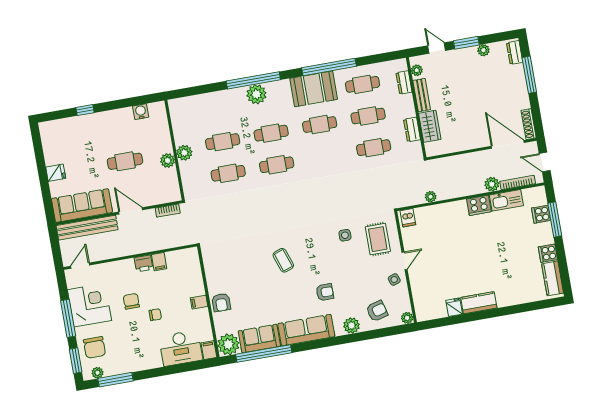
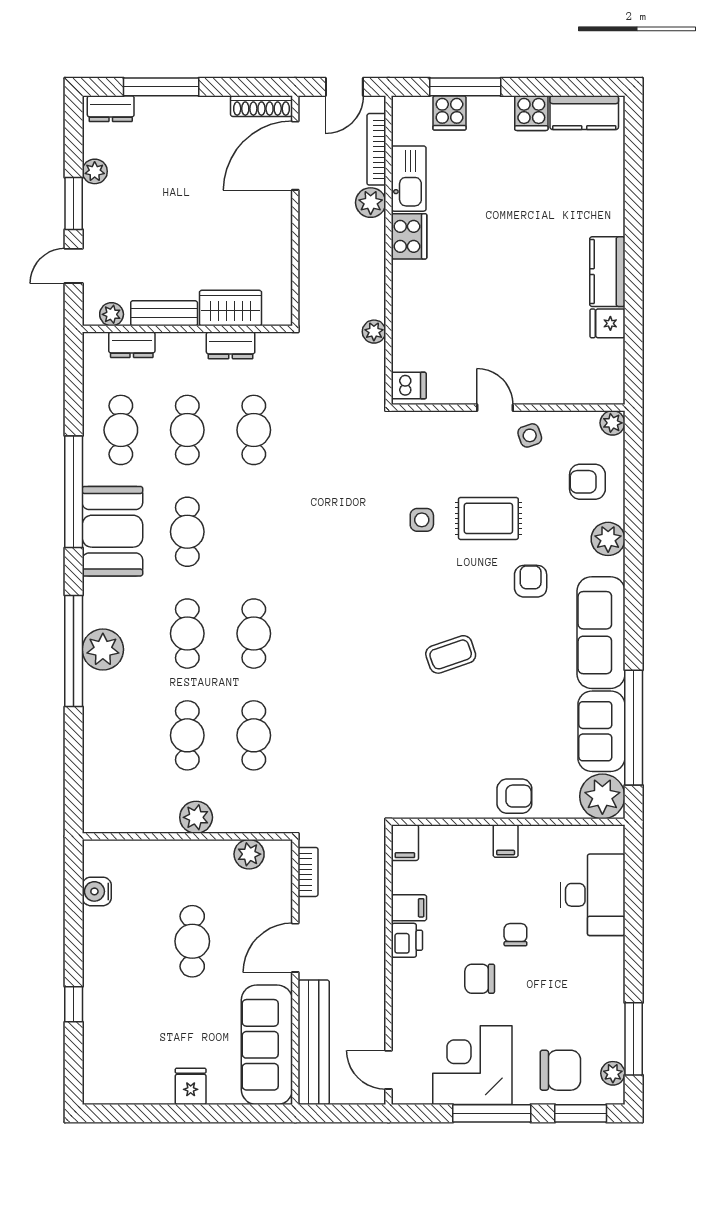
plant: (168, 161) -> (249, 854), moved
rug: (378, 239) -> (488, 518), moved
armchair: (377, 311) -> (587, 482), turned -75
filing cabinet: (209, 350) -> (405, 843), moved, turned -90

